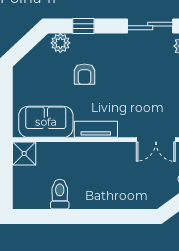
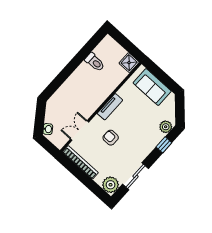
armchair: (84, 74) -> (111, 138), moved
sofa: (46, 122) -> (152, 87), moved, turned 90

